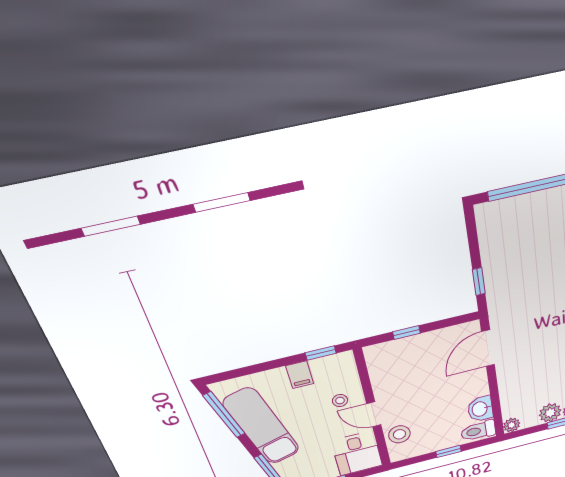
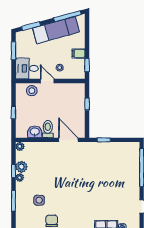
door: (374, 414) -> (47, 81), hinge flipped
toilet: (478, 431) -> (48, 129), moved

